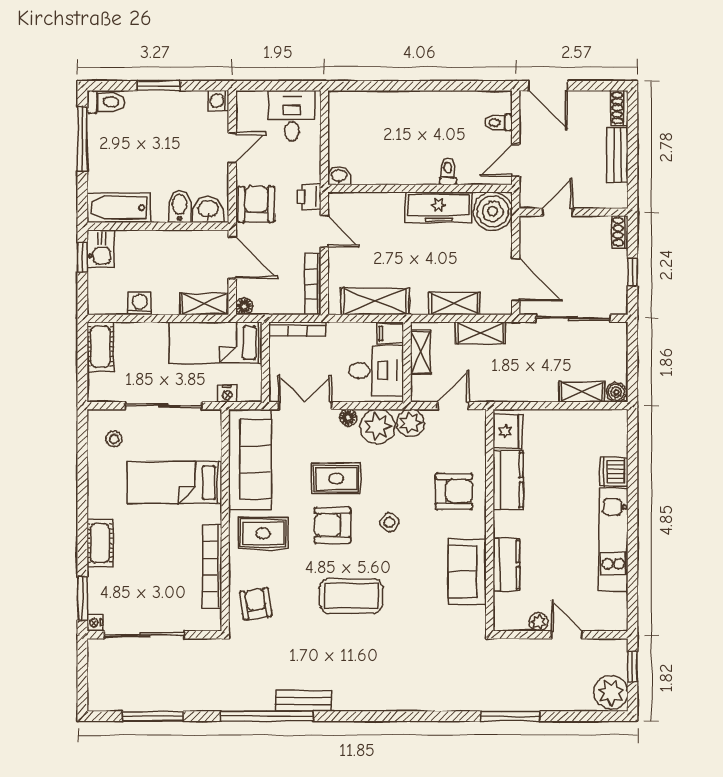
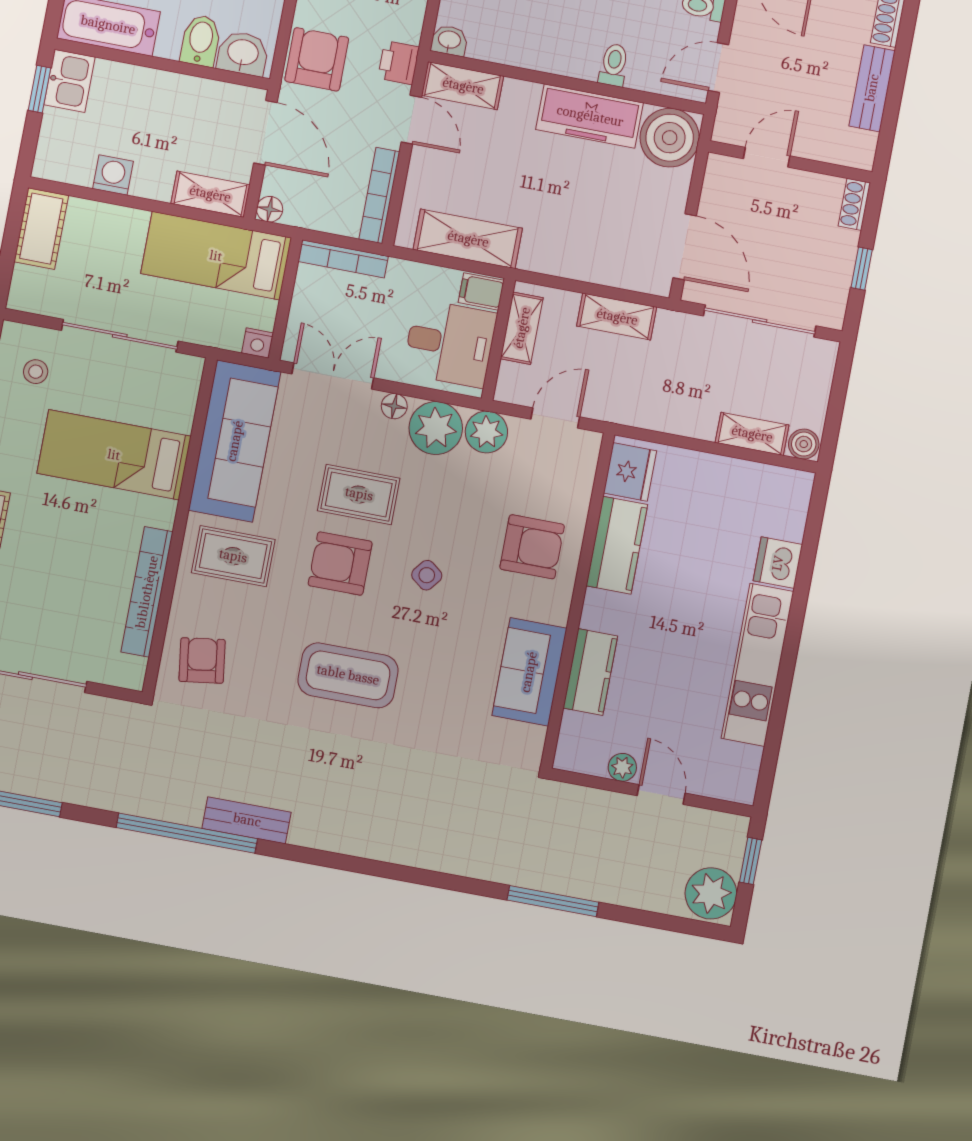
shelving: (454, 303) -> (463, 86), moved
nightstand: (227, 394) -> (258, 343), moved

